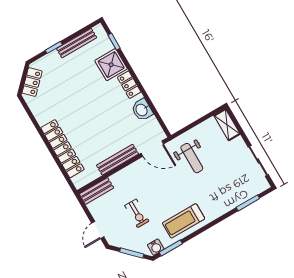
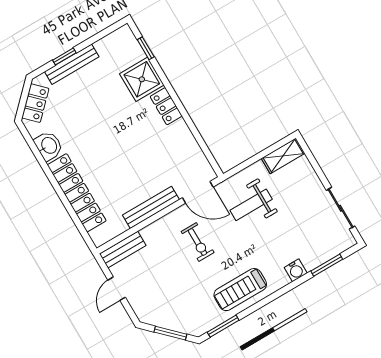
bench: (77, 43) -> (72, 64), moved
washbasin: (142, 110) -> (49, 146), moved, turned 180
shelving: (227, 125) -> (283, 156), moved, turned 90
weight bench: (192, 158) -> (251, 205), turned 90
exercise bike: (137, 213) -> (198, 242), moved
door: (98, 230) -> (117, 289), moved
water cooler: (156, 247) -> (296, 270), moved

